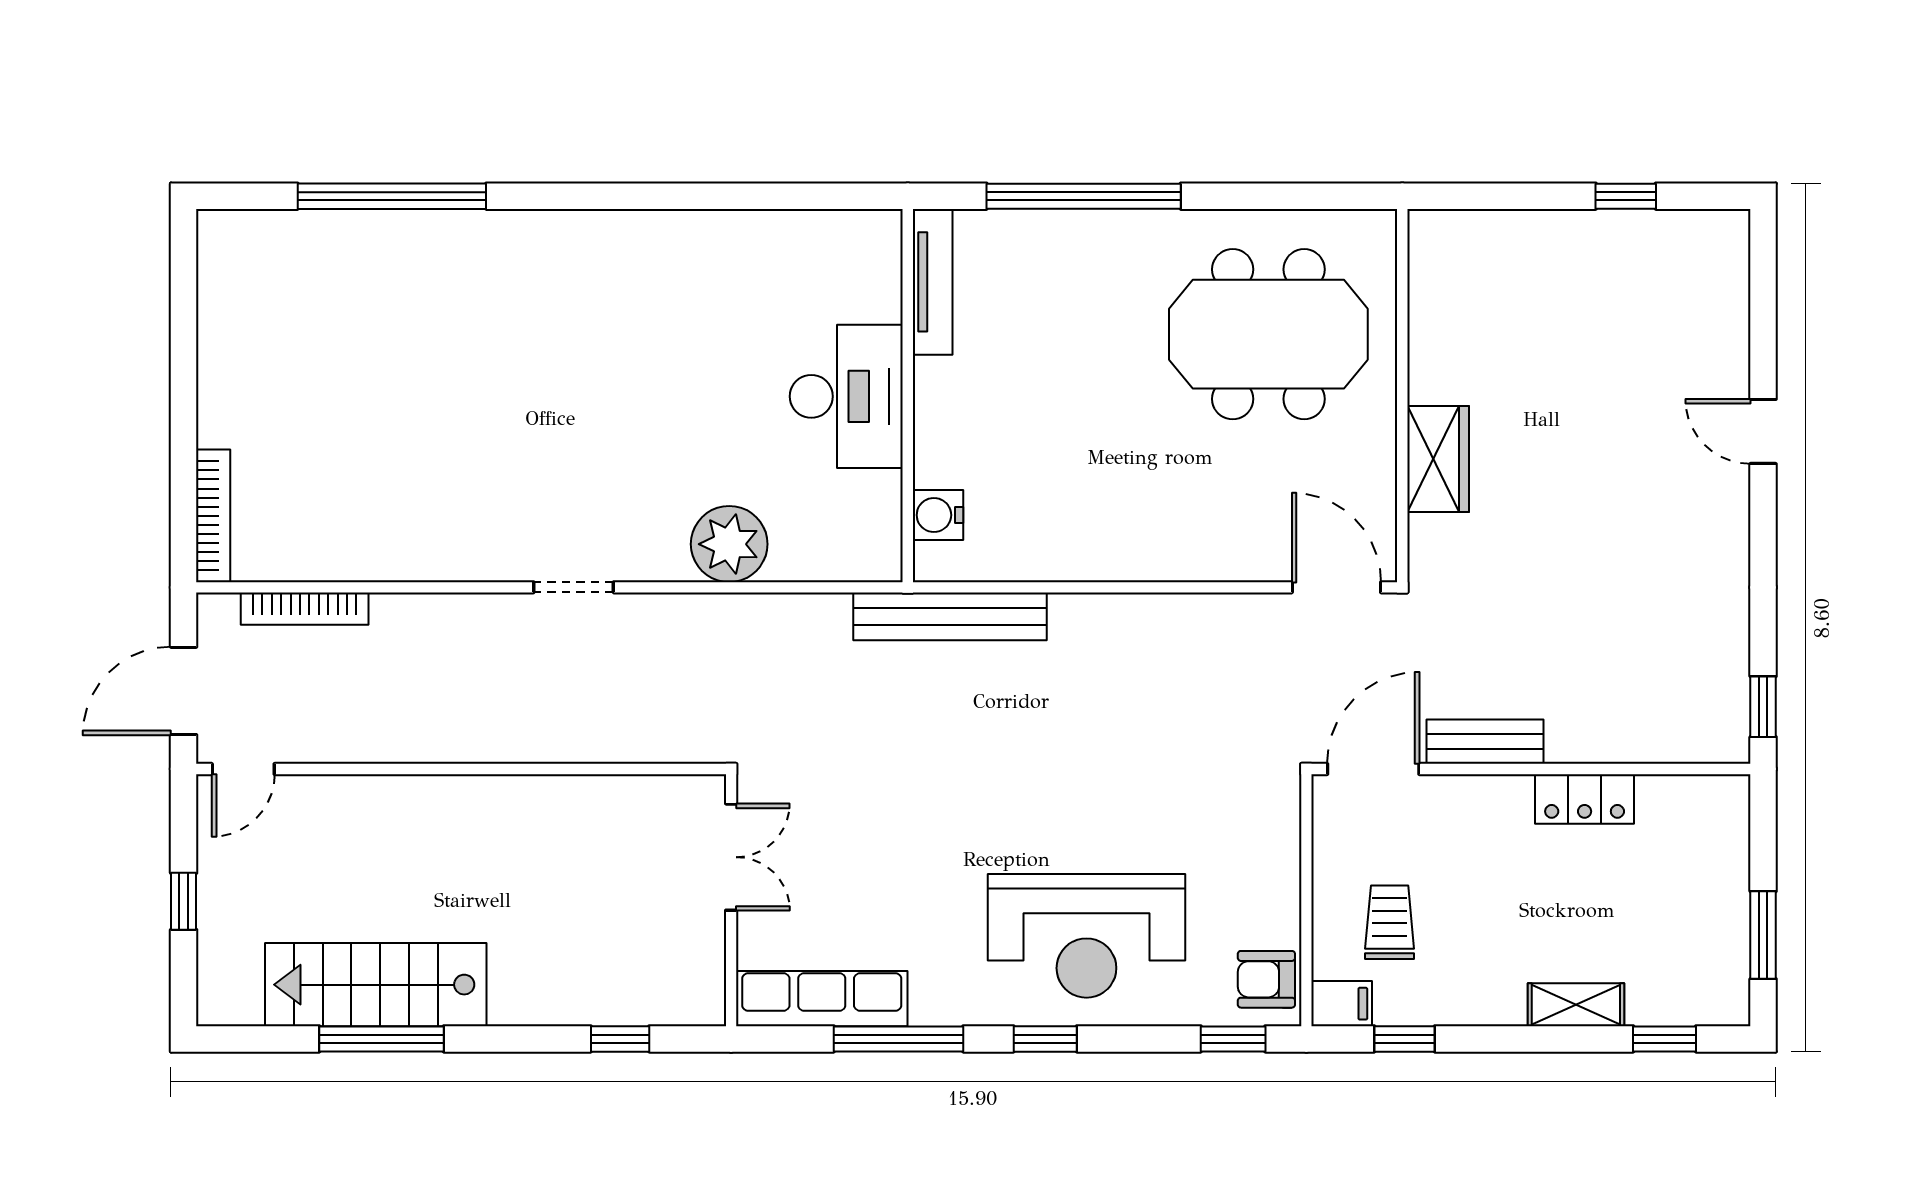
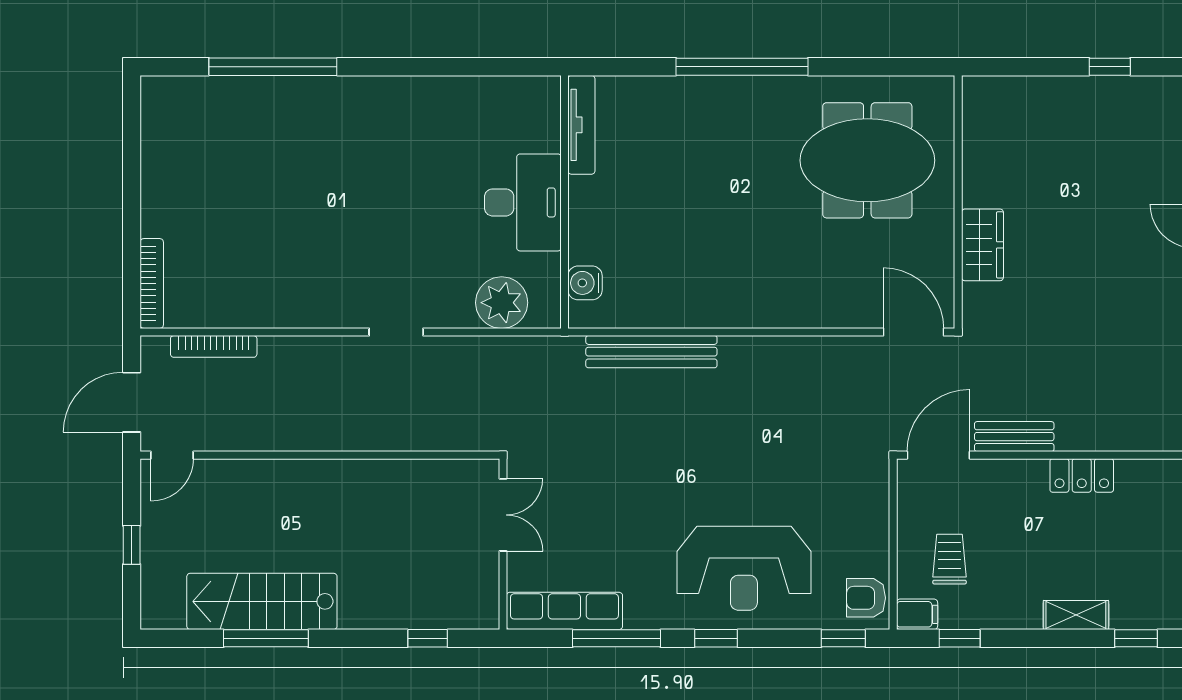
tv unit: (933, 282) -> (581, 125), moved
desk: (846, 396) -> (523, 202), moved
wall: (908, 396) -> (565, 202), moved
water cooler: (938, 515) -> (585, 283), moved

